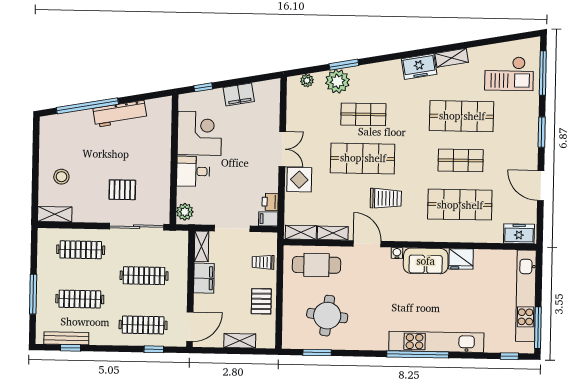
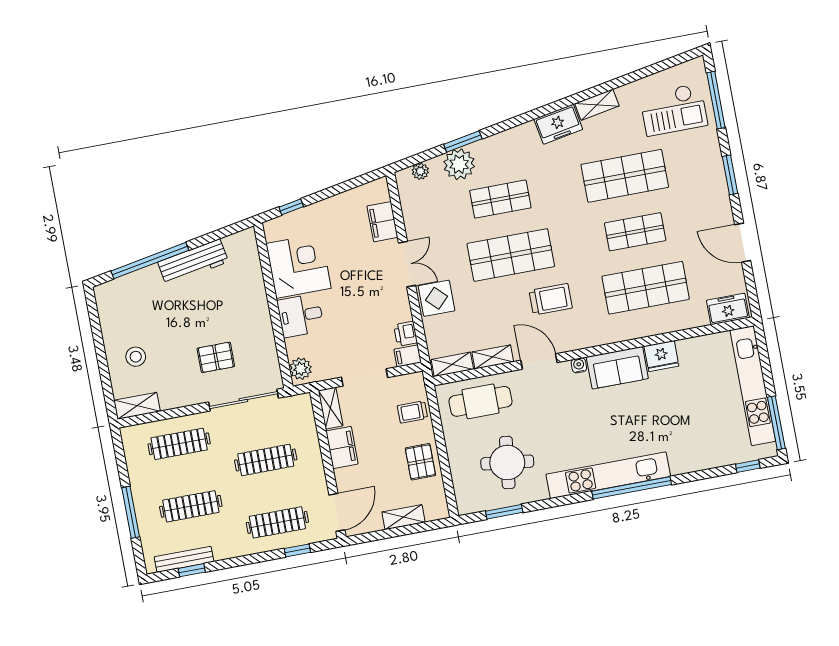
filing cabinet: (239, 94) -> (382, 222), moved, turned 100
kitchen unit: (436, 342) -> (608, 475), moved

